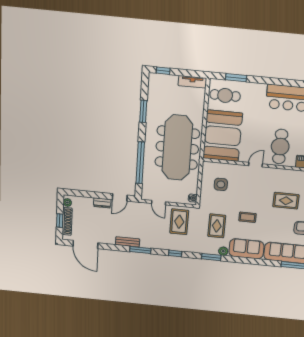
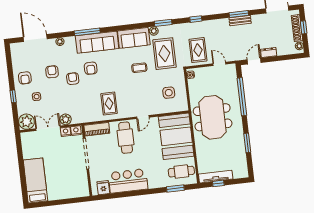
window: (163, 71) -> (218, 183), moved
tv unit: (192, 82) -> (216, 177), width x1.41
meeting table: (177, 148) -> (213, 117), width x0.73
rug: (286, 201) -> (109, 104), moved, turned 90
rug: (217, 226) -> (164, 54), width x1.36, depth x1.43
window: (140, 250) -> (239, 14), moved

